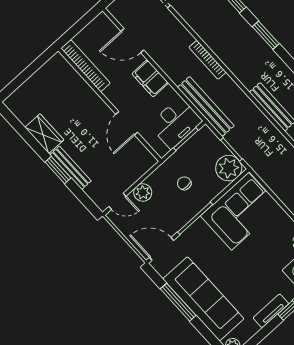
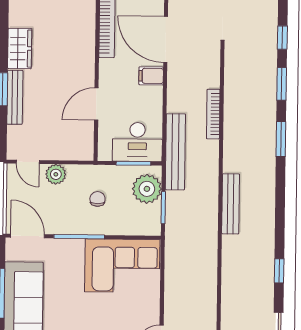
door: (132, 41) -> (166, 40), width x1.36
filing cabinet: (150, 78) -> (151, 76), width x0.50
plant: (229, 168) -> (147, 189), moved

